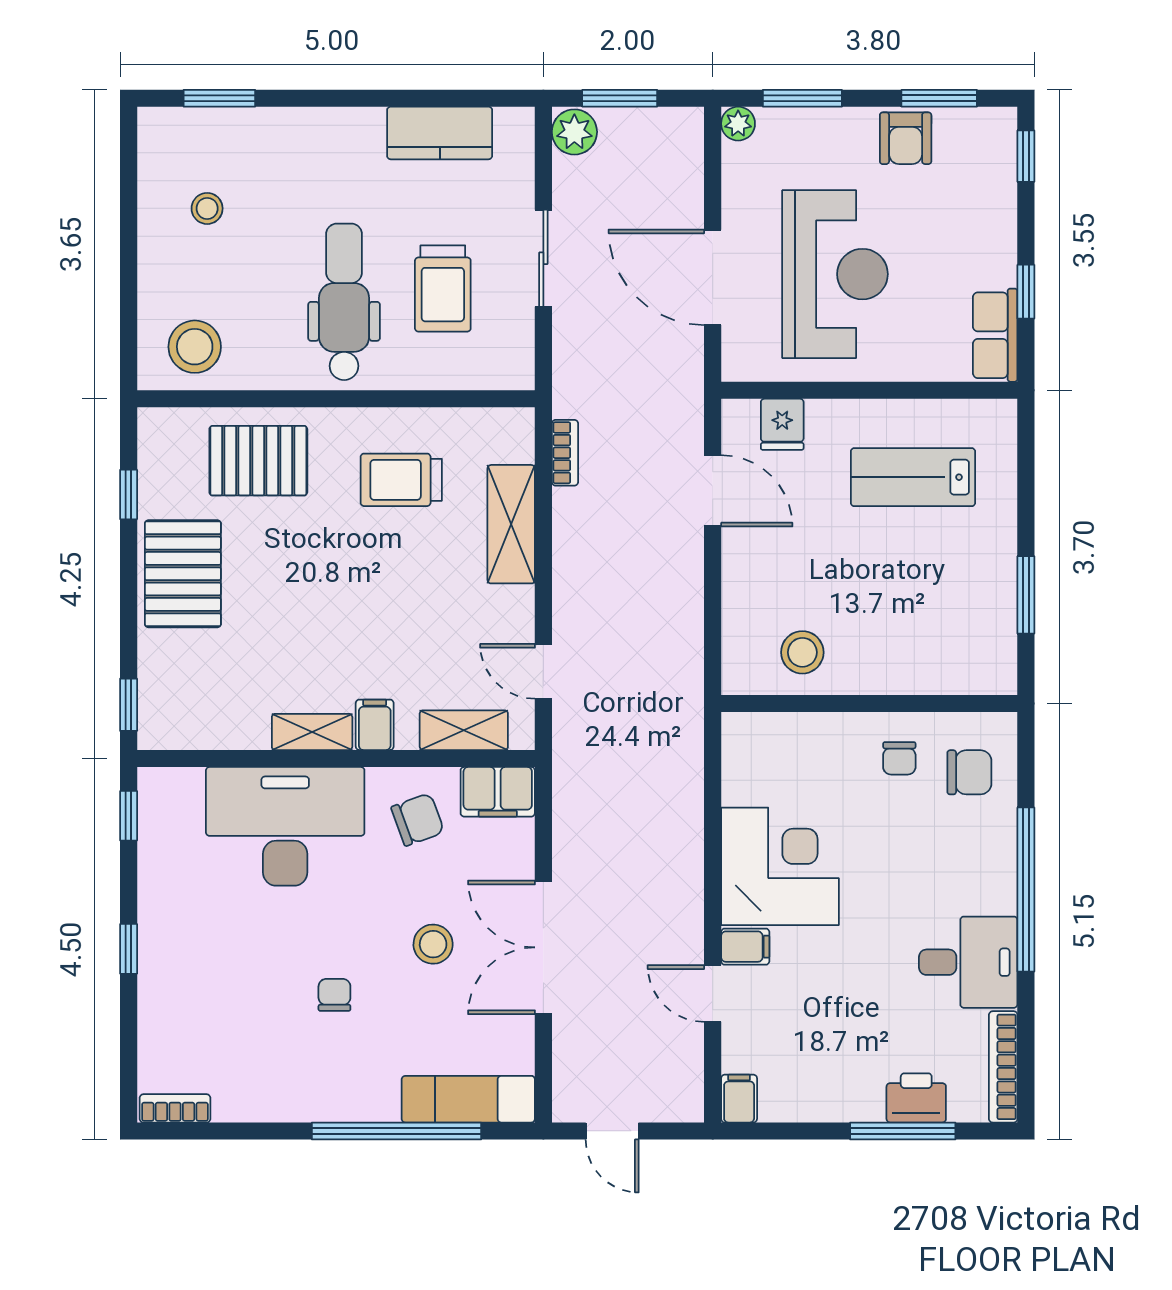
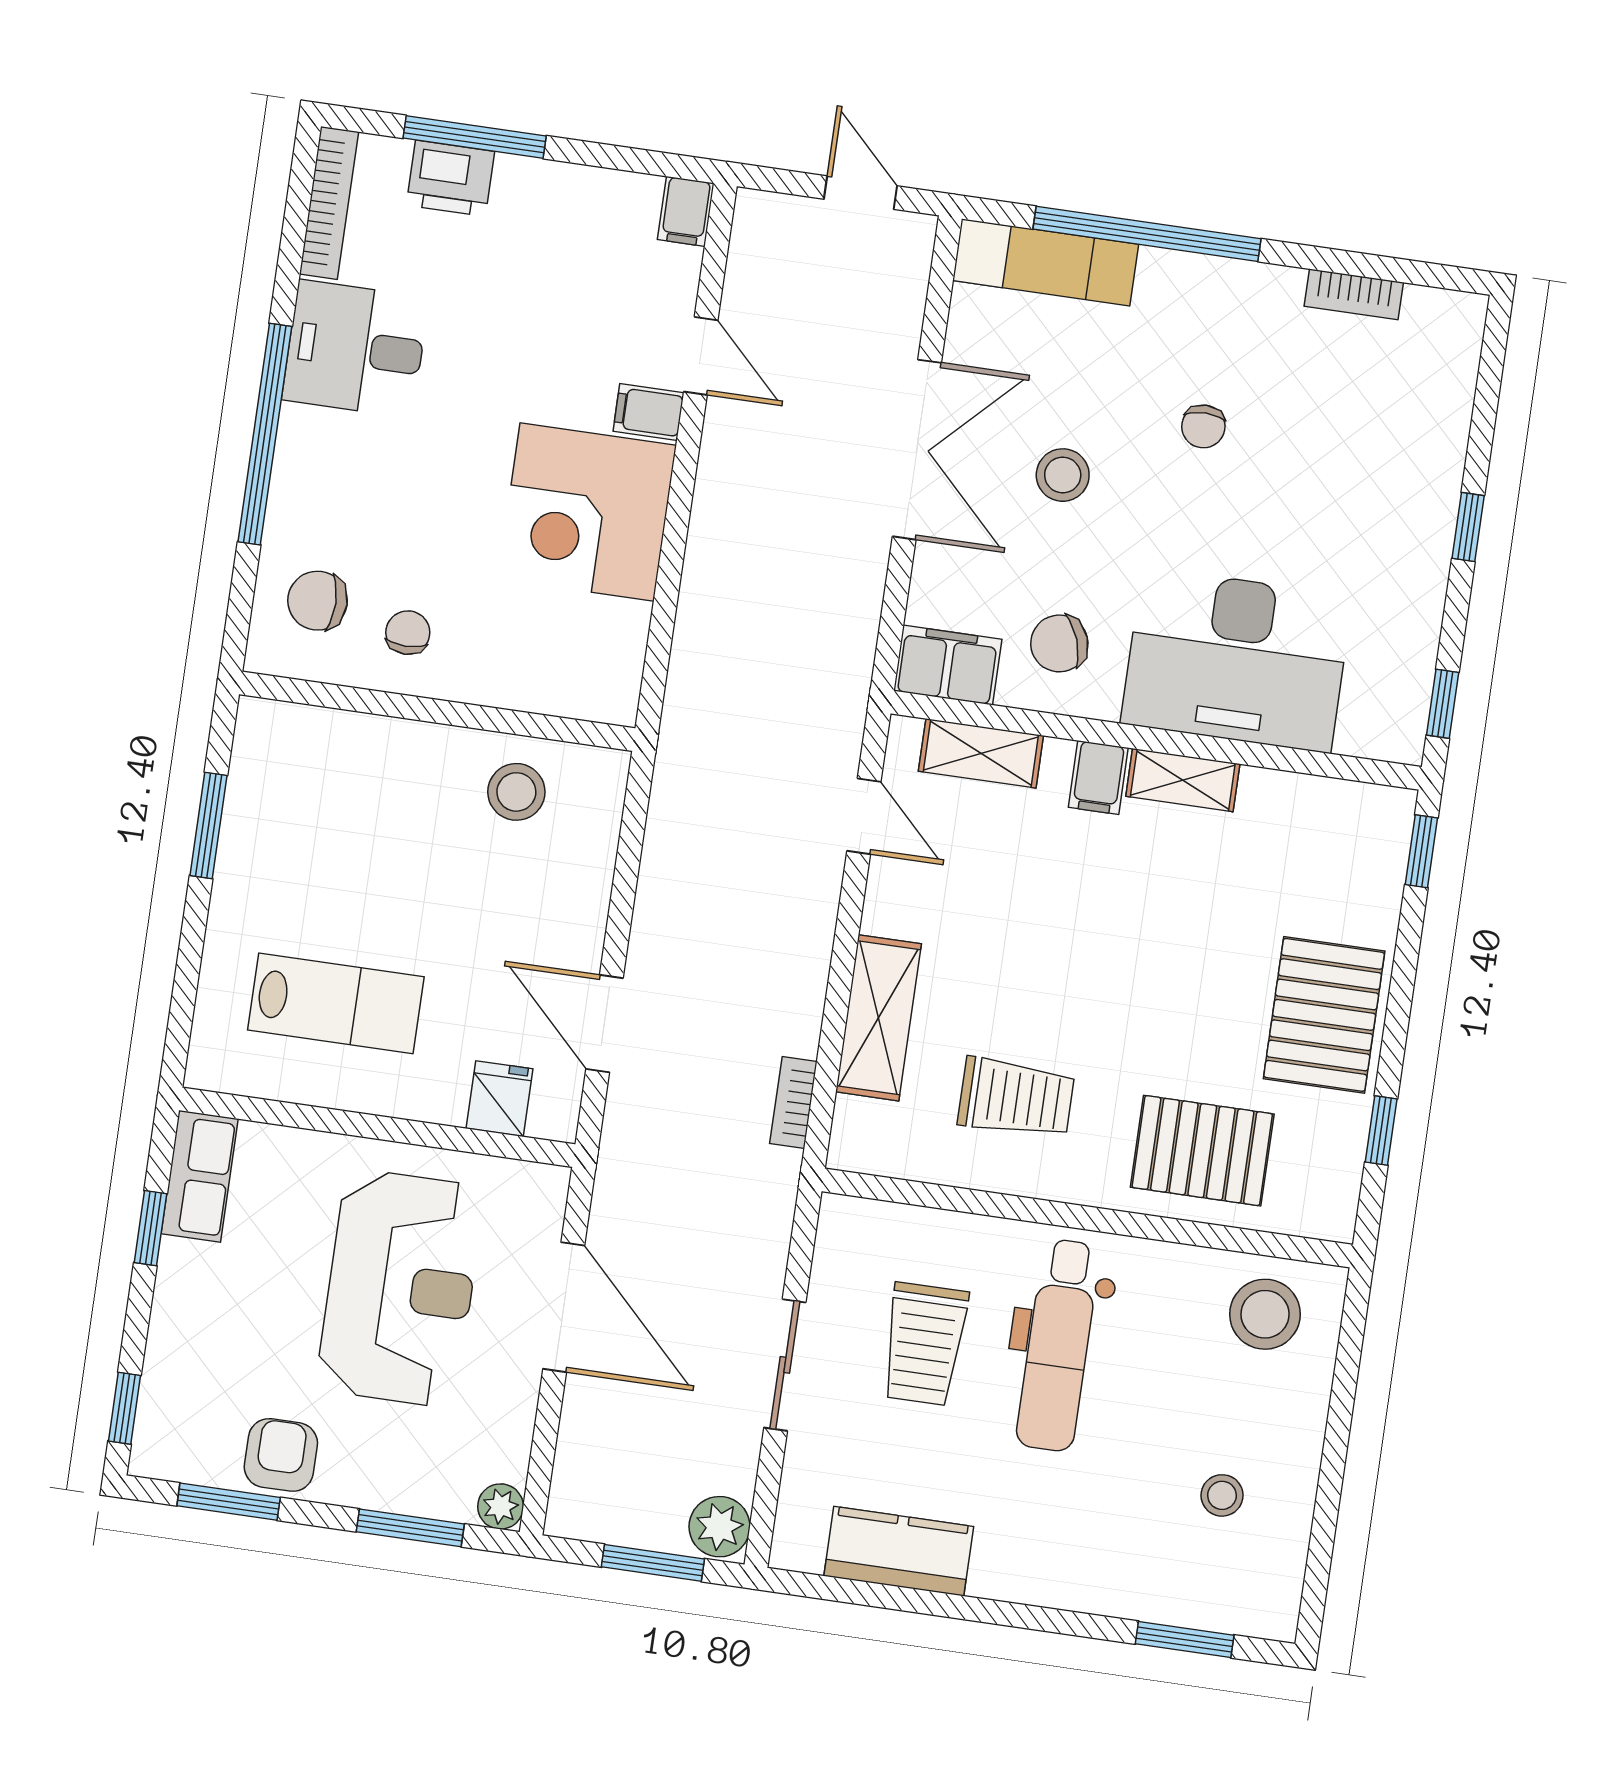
reception desk: (835, 274) -> (401, 1288), turned 180
trolley: (443, 288) -> (924, 1344), turned 180
bookcase: (175, 1108) -> (1354, 294), moved

